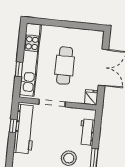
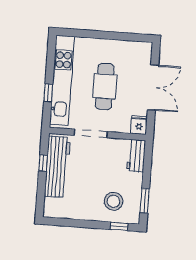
workbench: (87, 132) -> (136, 156), moved

